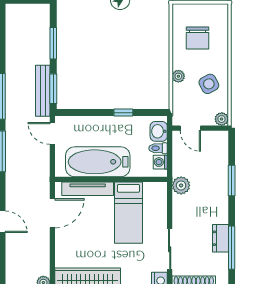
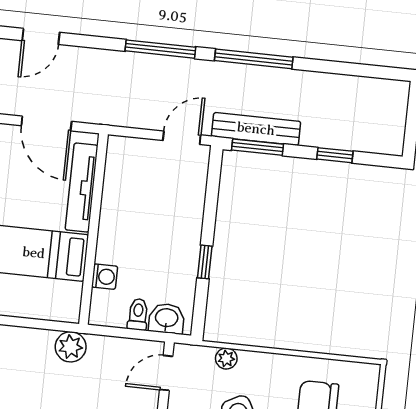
window: (53, 43) -> (335, 155), width x0.67
plant: (178, 76) -> (226, 359), moved
bathtub: (98, 162) -> (126, 210), removed
washing machine: (160, 162) -> (105, 277), moved, turned 90

